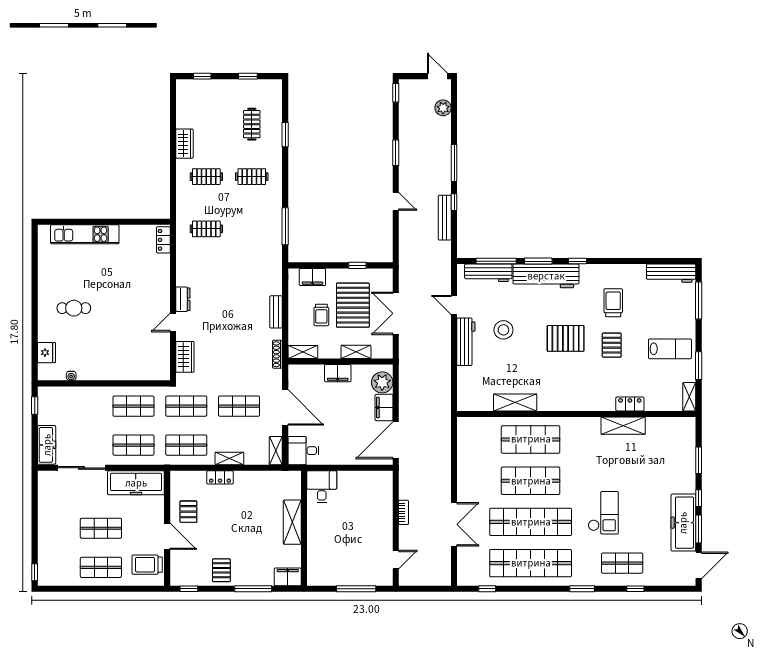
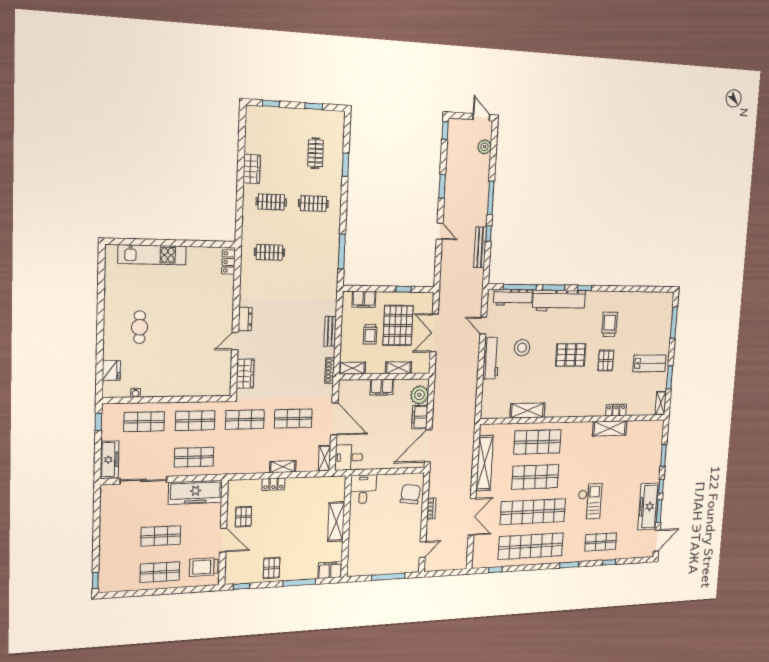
workbench: (671, 273) -> (655, 300), removed
cafe table: (74, 308) -> (140, 327), turned 90
shop shelf: (186, 445) -> (144, 422), moved
shelving: (466, 462) -> (485, 463), added
chair: (378, 495) -> (410, 494), added

